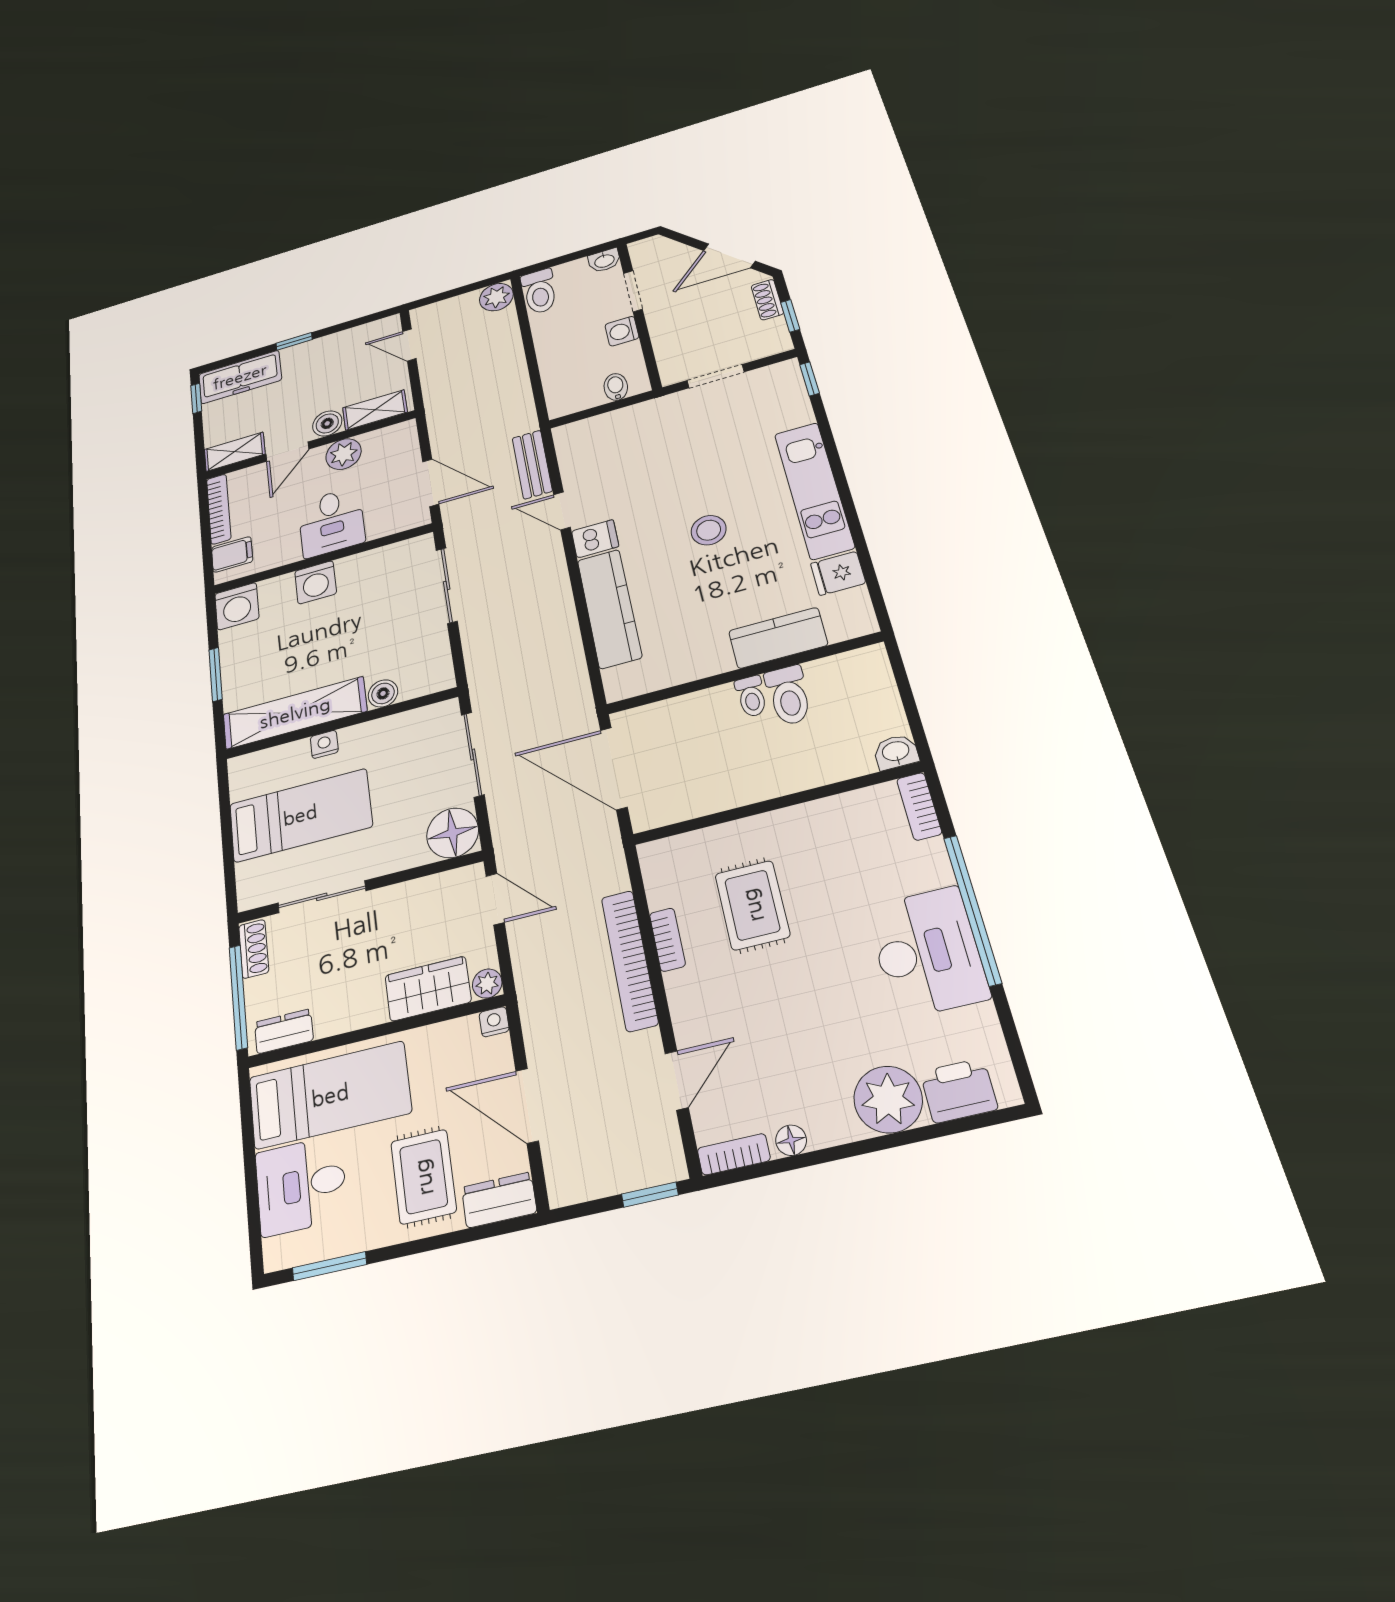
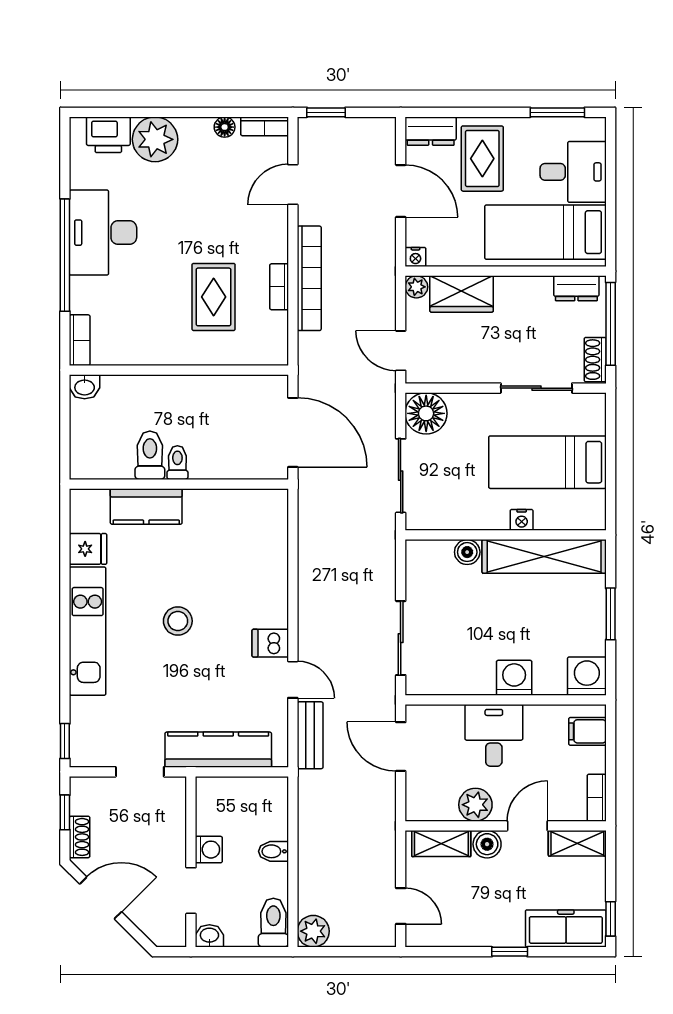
bidet: (616, 387) -> (273, 851), moved, turned 90
bookcase: (219, 509) -> (597, 798), width x0.64
kitchen counter: (609, 608) -> (218, 750), moved, turned 90

